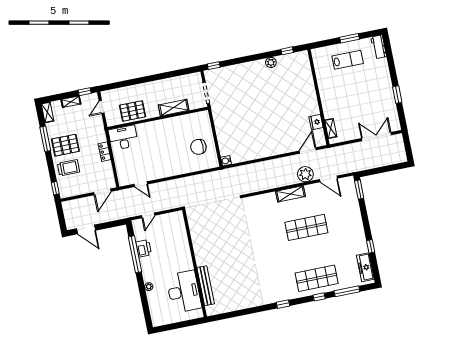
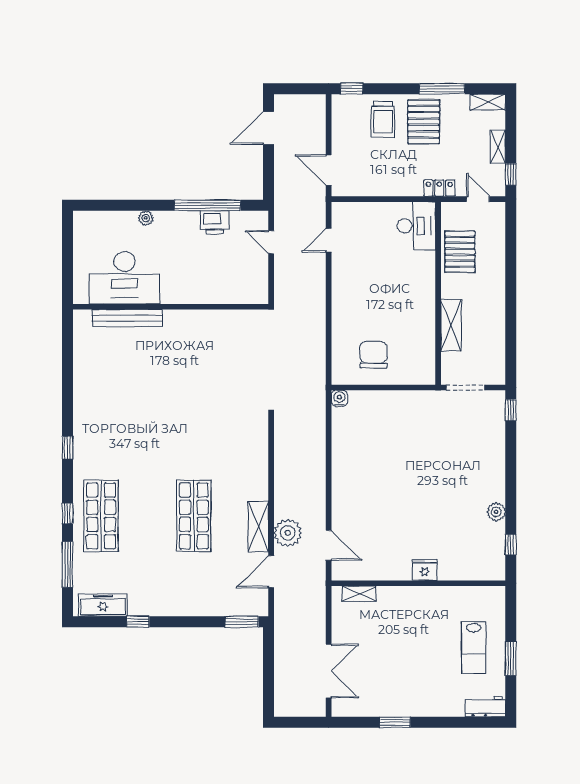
fridge: (316, 122) -> (425, 570), moved
locker: (104, 152) -> (439, 188), moved
shelving: (291, 194) -> (258, 526), moved

